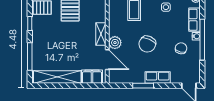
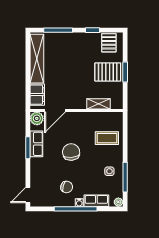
shelving: (101, 34) -> (99, 104), moved
plant: (115, 43) -> (37, 118), moved
chair: (147, 44) -> (71, 152), turned 61
row of seats: (158, 78) -> (36, 144), moved

